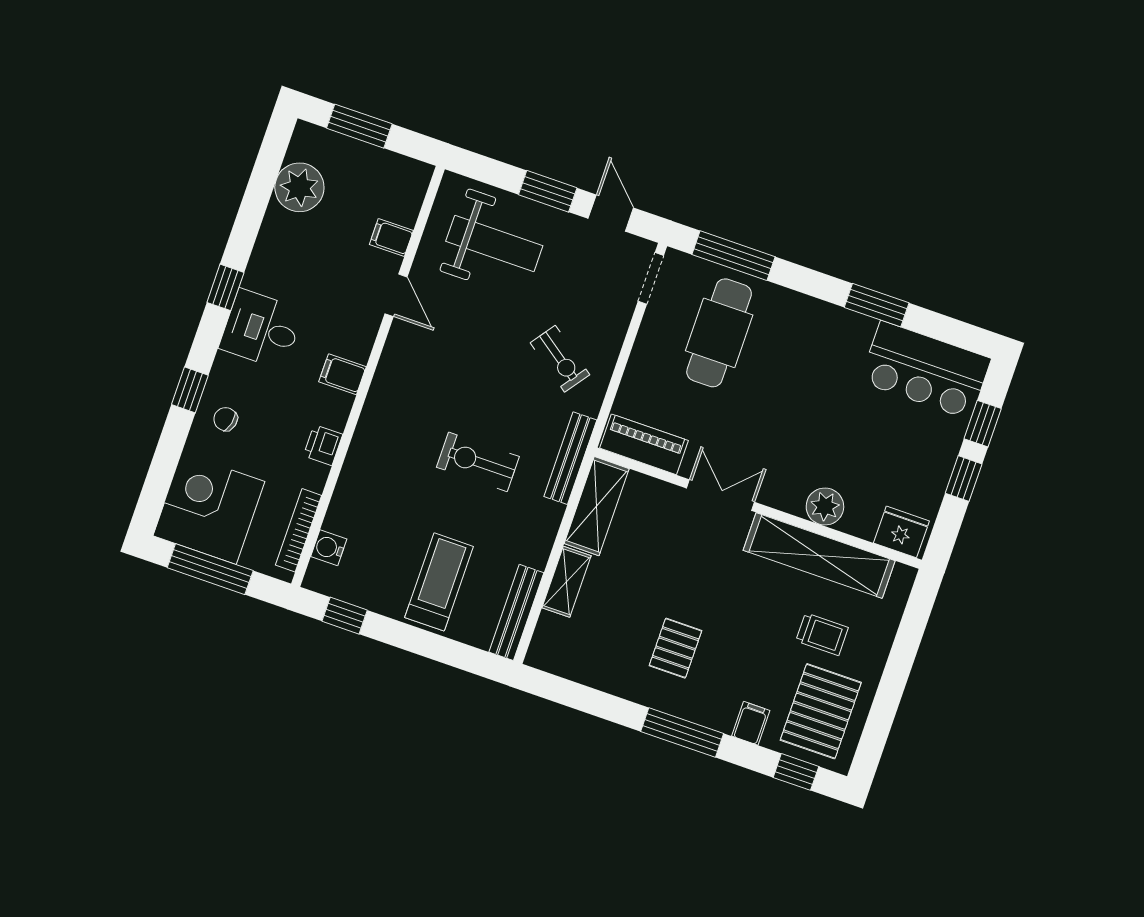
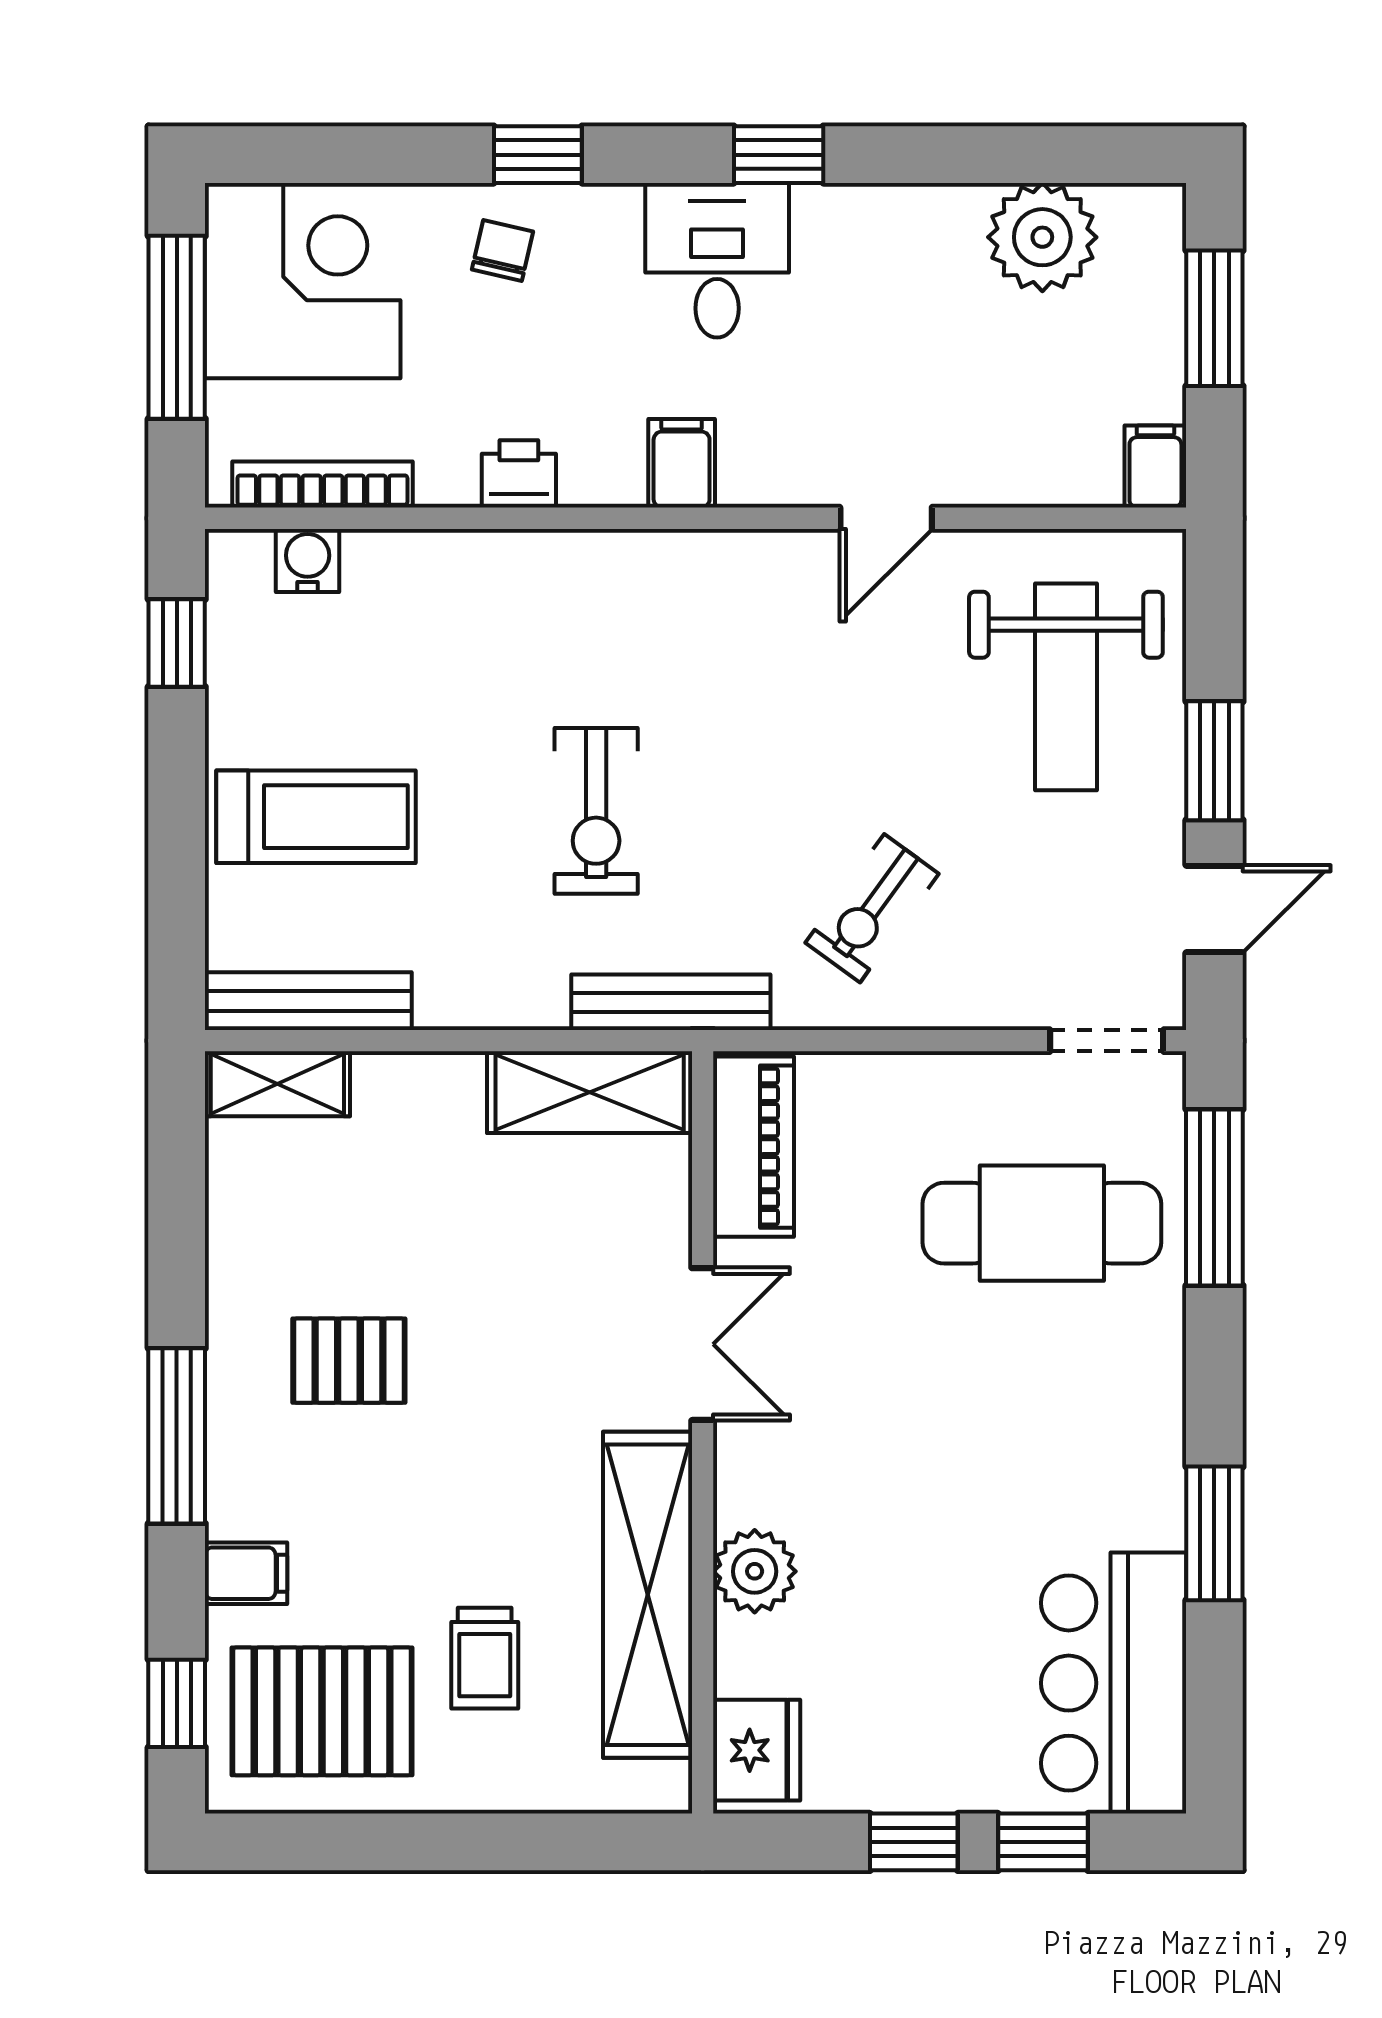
filing cabinet: (391, 237) -> (1155, 467), moved
exercise bike: (478, 462) -> (596, 811), turned 180
shelving: (566, 582) -> (277, 1084), moved

